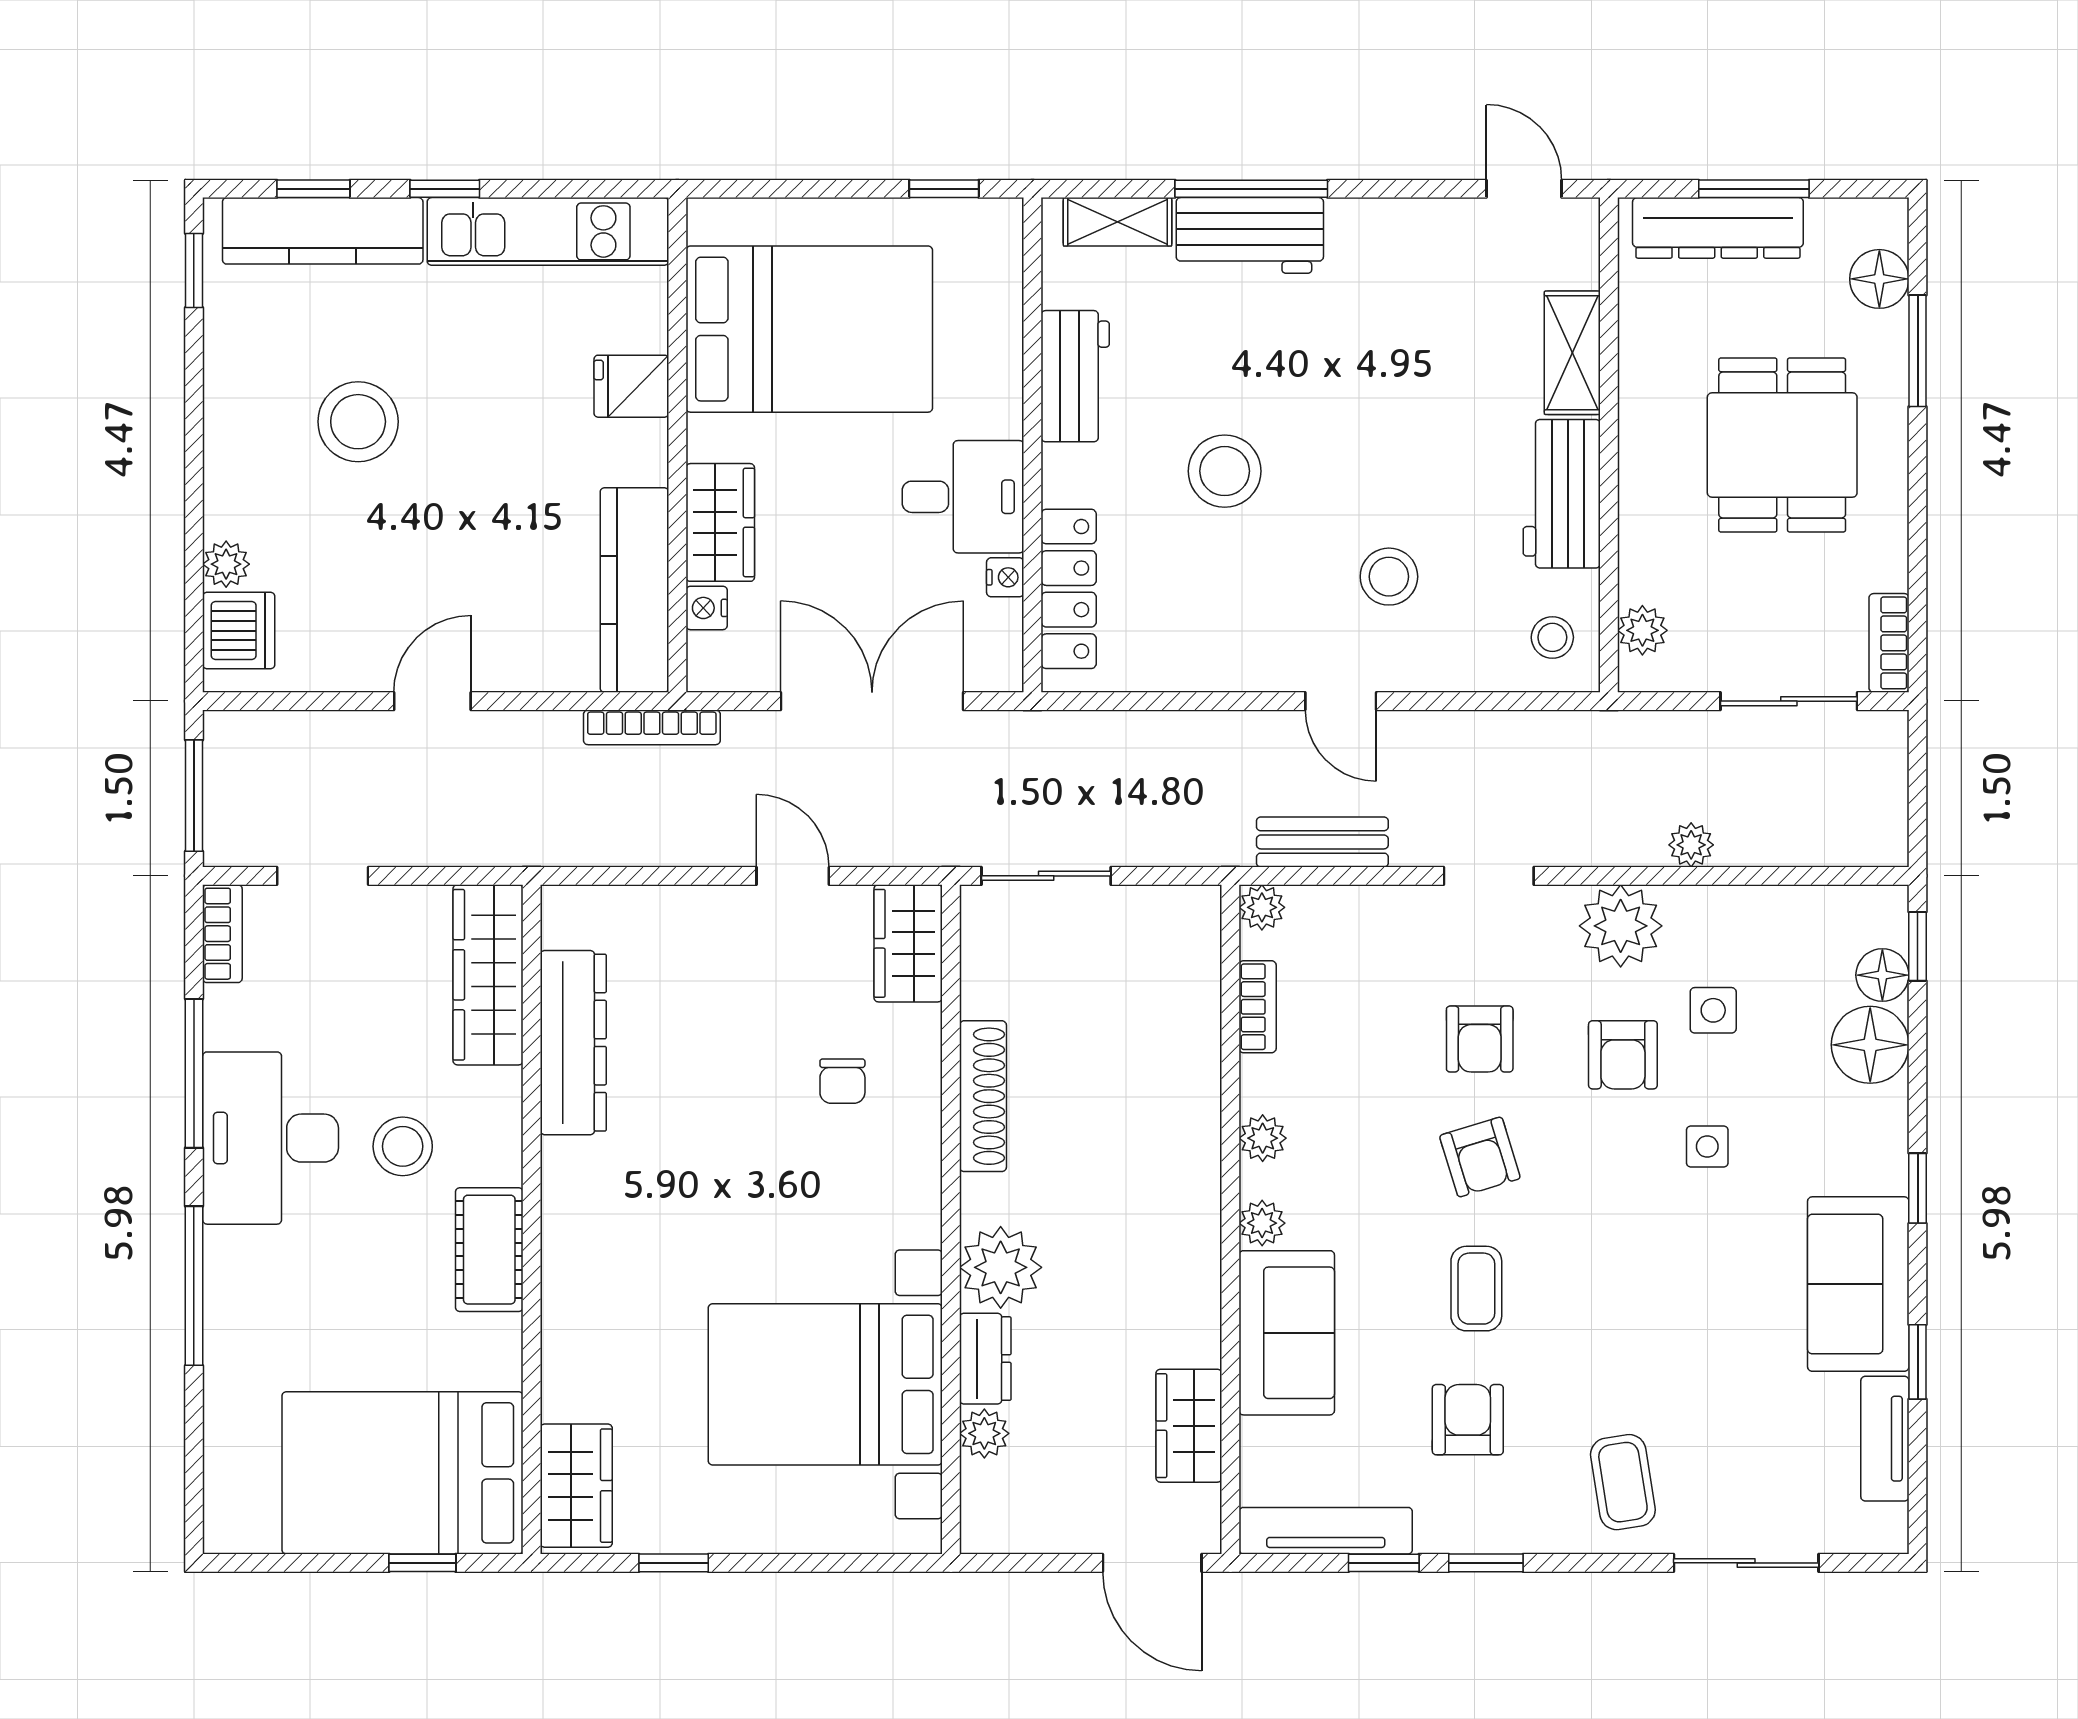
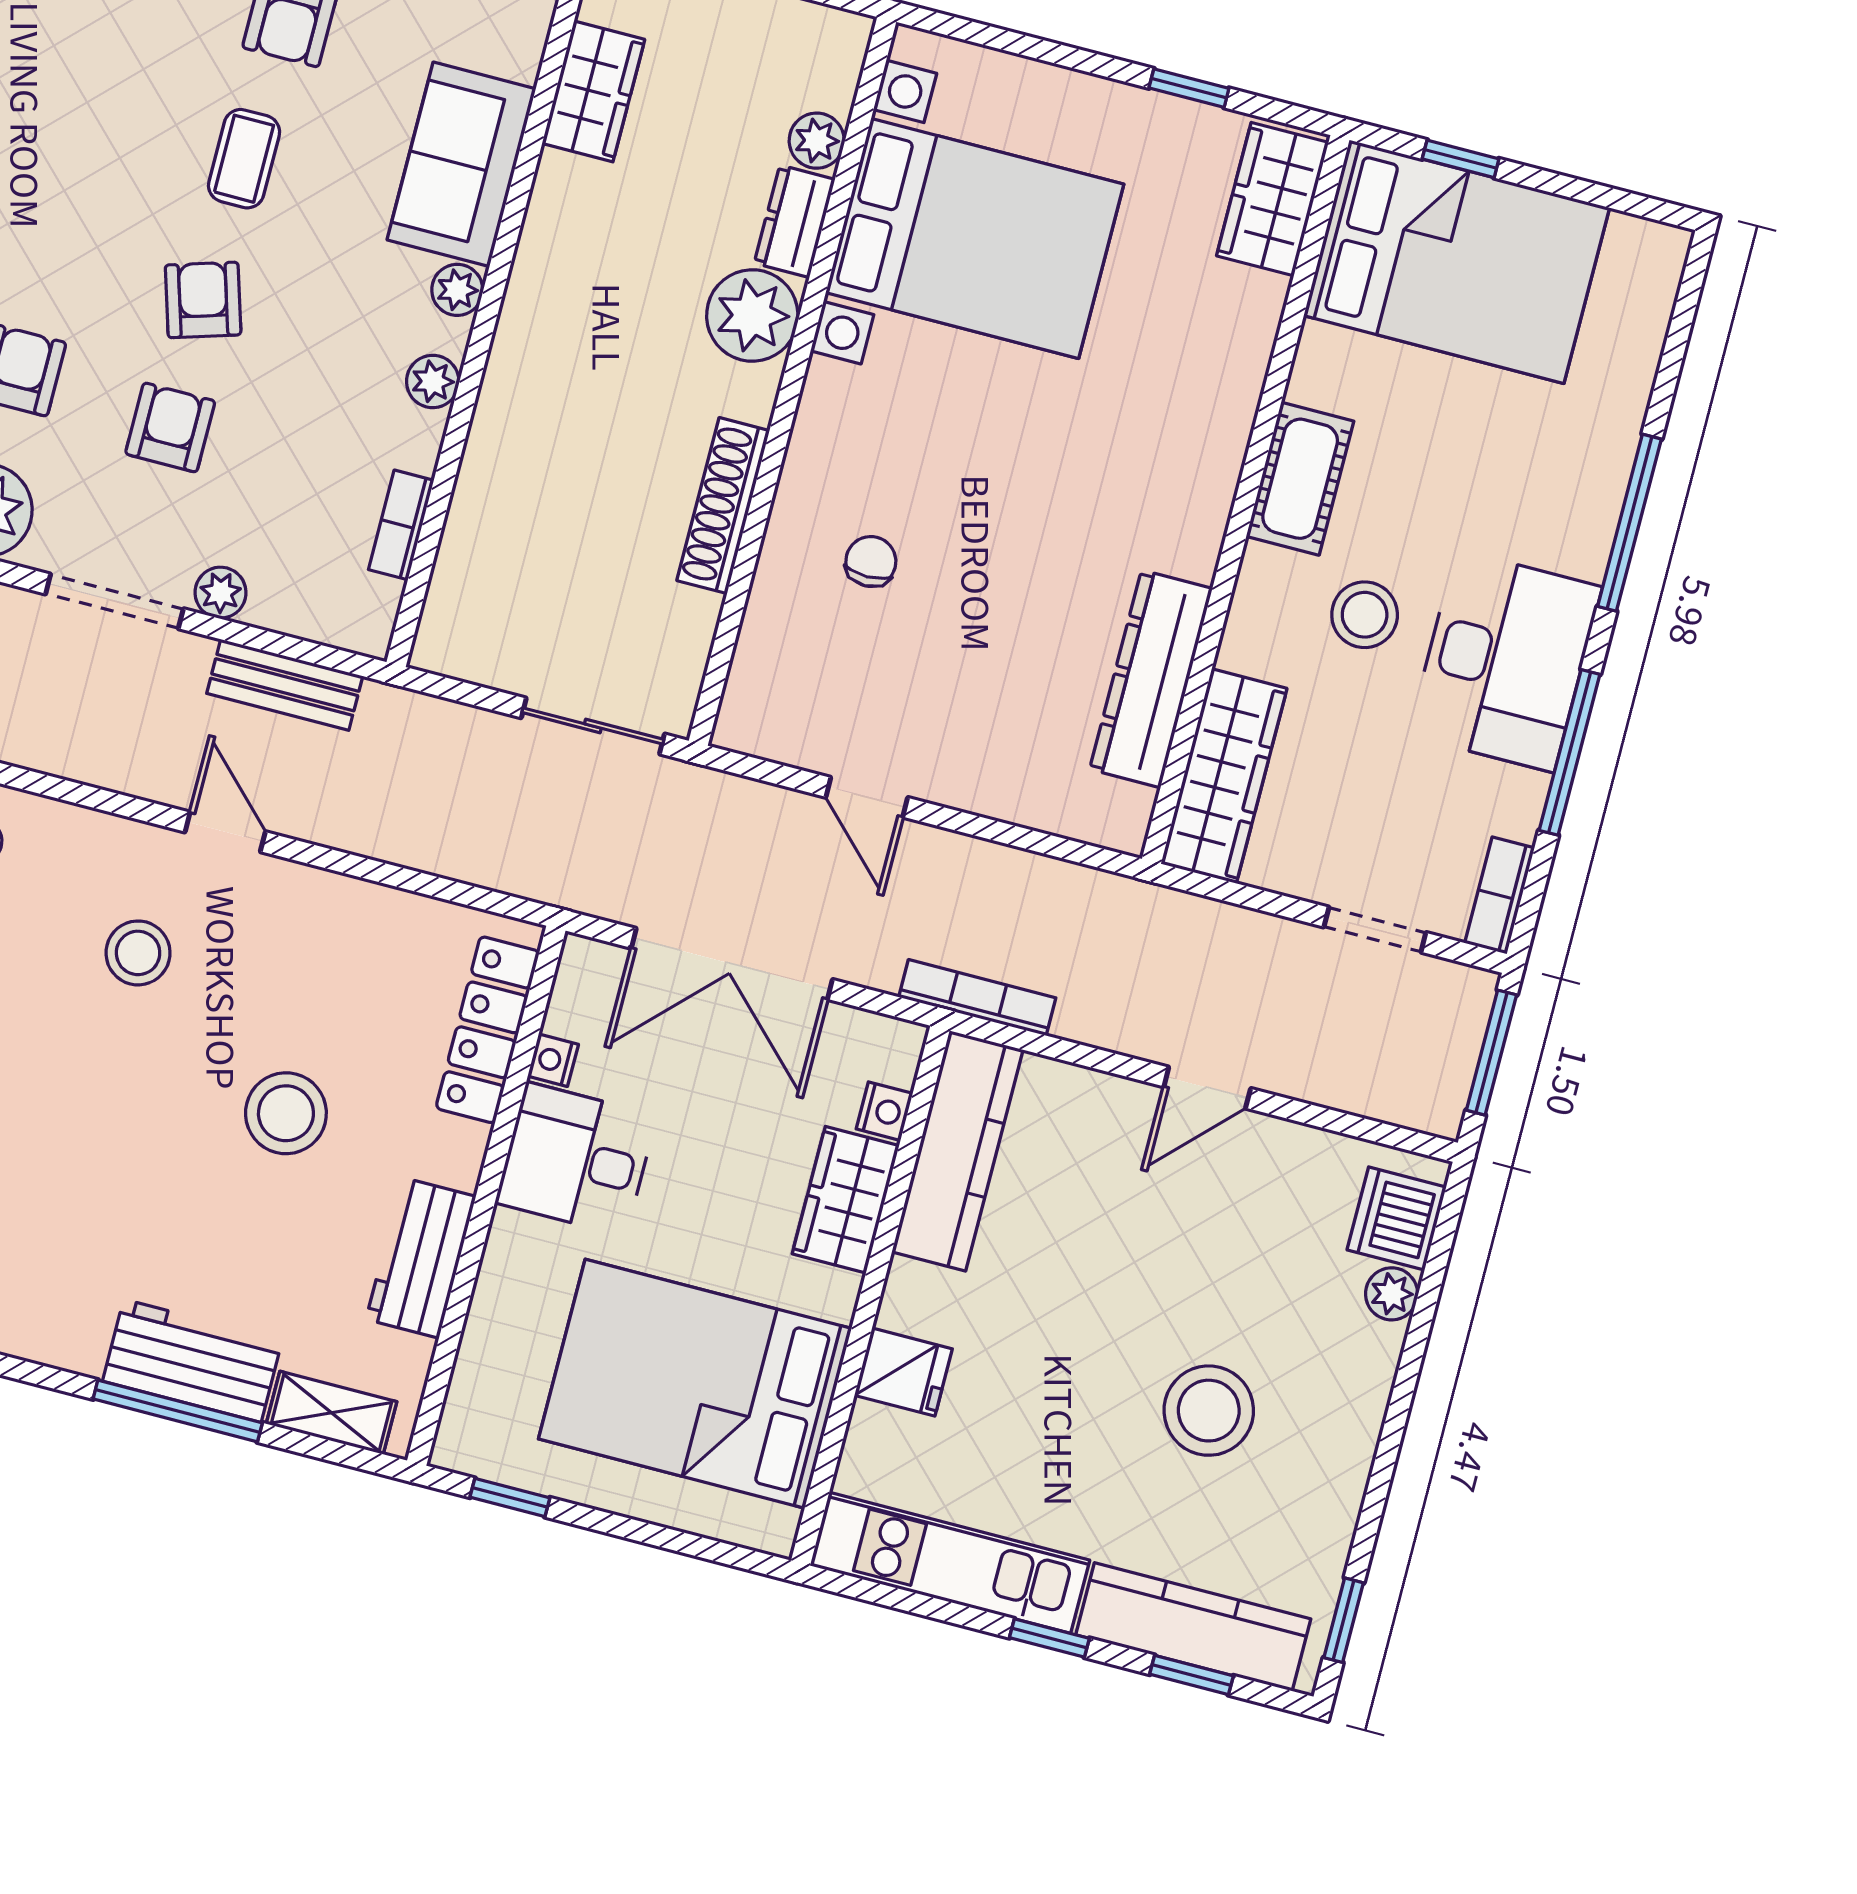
doorway: (1489, 876) -> (114, 601), width x1.38
plant: (1262, 907) -> (221, 593), moved
wardrobe: (908, 943) -> (761, 692), removed

